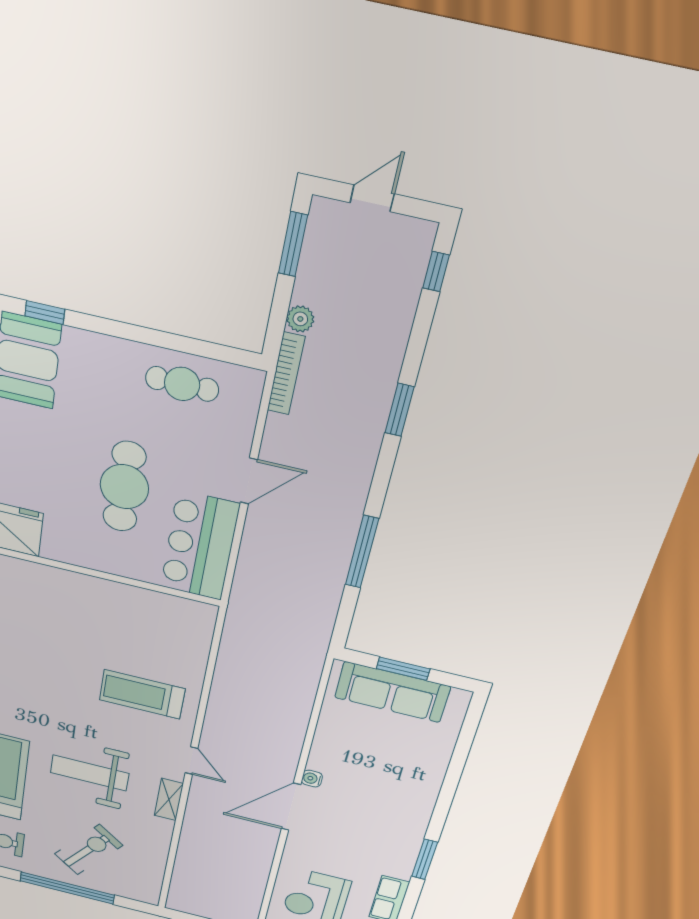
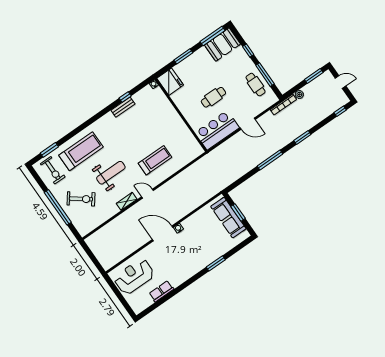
window: (45, 313) -> (248, 50), moved
window: (180, 343) -> (265, 75), added
cafe table: (124, 487) -> (213, 97), width x0.73, depth x0.74
window: (362, 552) -> (270, 160), moved
treadmill: (142, 694) -> (155, 160), turned 90
door: (191, 761) -> (148, 194), swing flipped
weight bench: (90, 773) -> (111, 173), turned 90
window: (425, 859) -> (216, 263), moved

